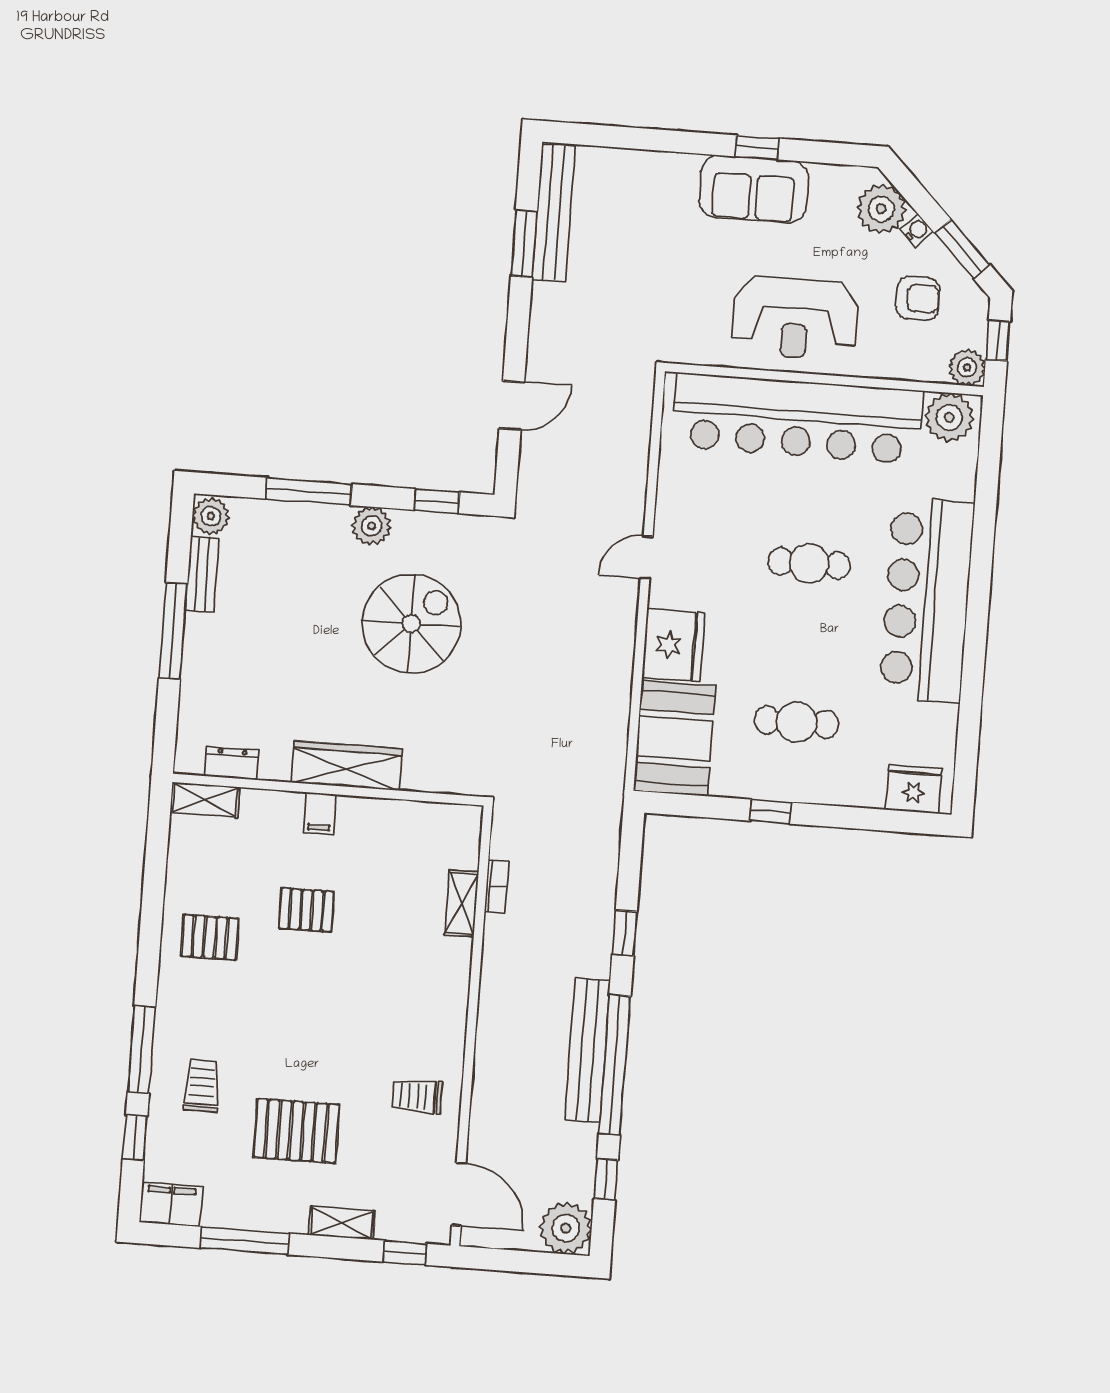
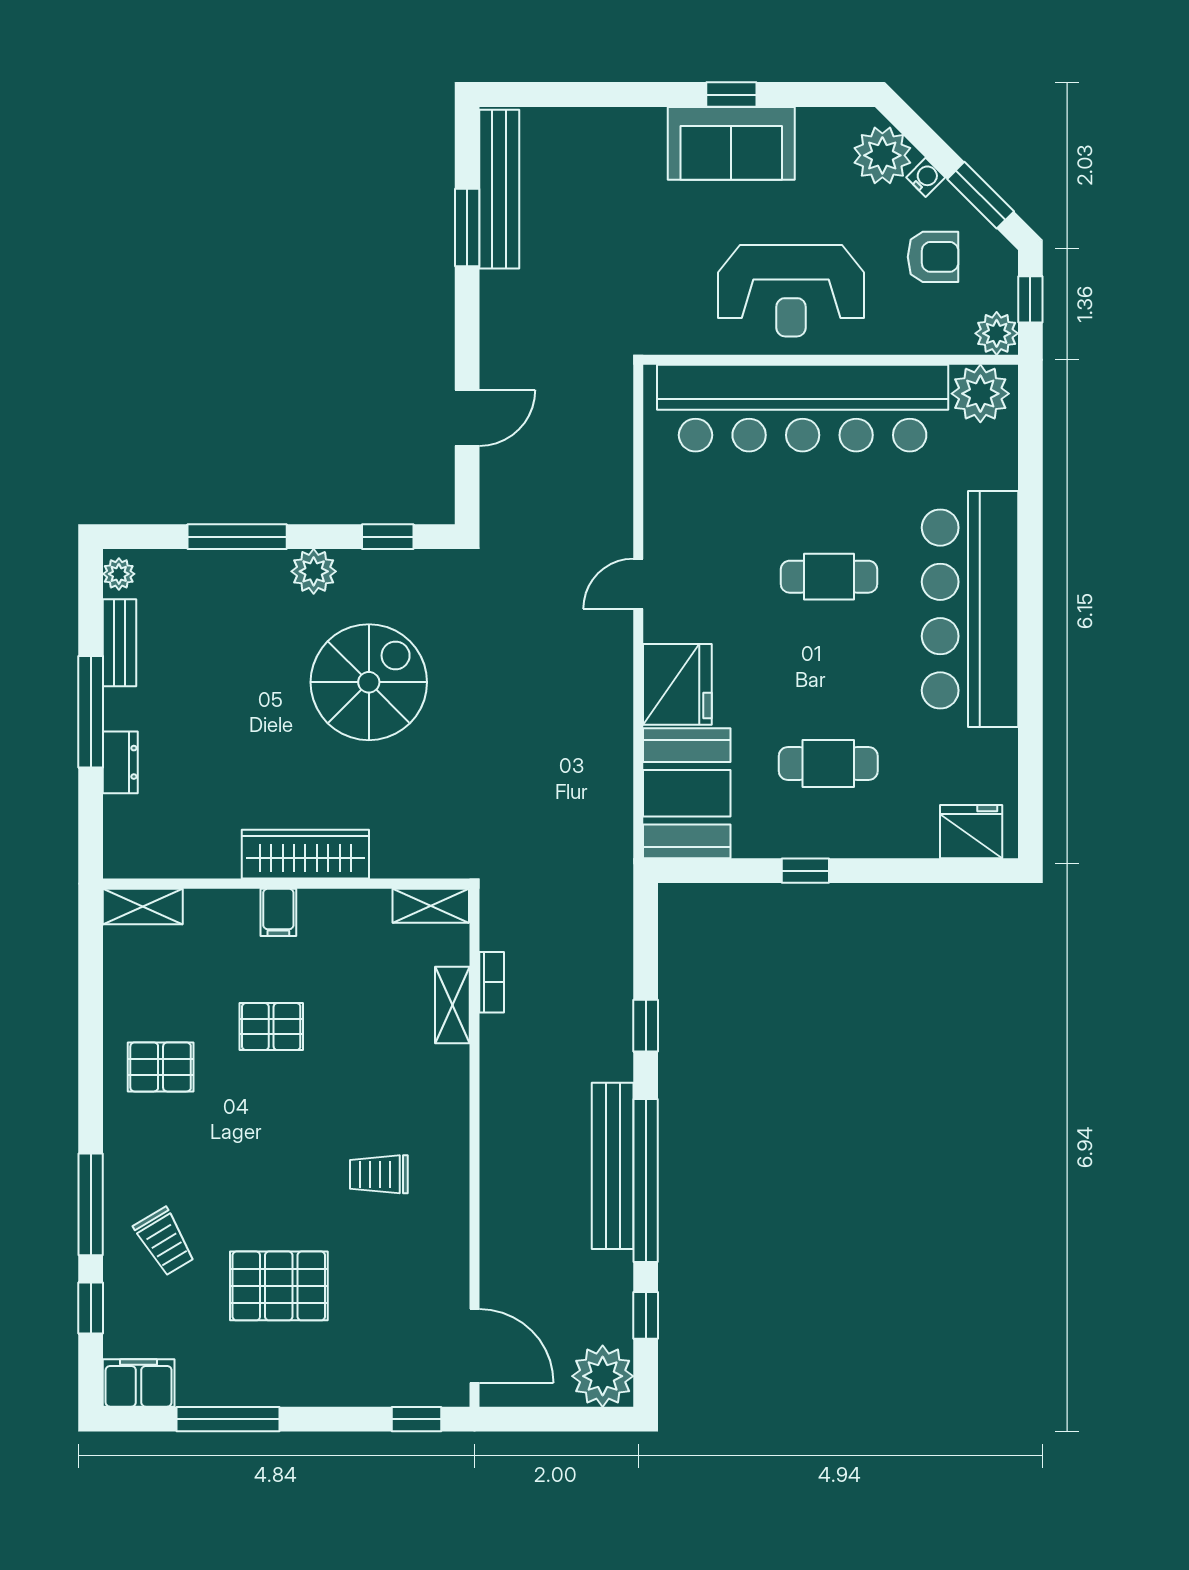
plant: (211, 516) -> (119, 574), width x0.73, depth x0.73
dresser: (232, 763) -> (120, 762), moved, turned 90
trolley: (202, 1086) -> (165, 1242), turned 149
trolley: (417, 1096) -> (379, 1174), moved
shelving: (342, 1223) -> (431, 906), moved

